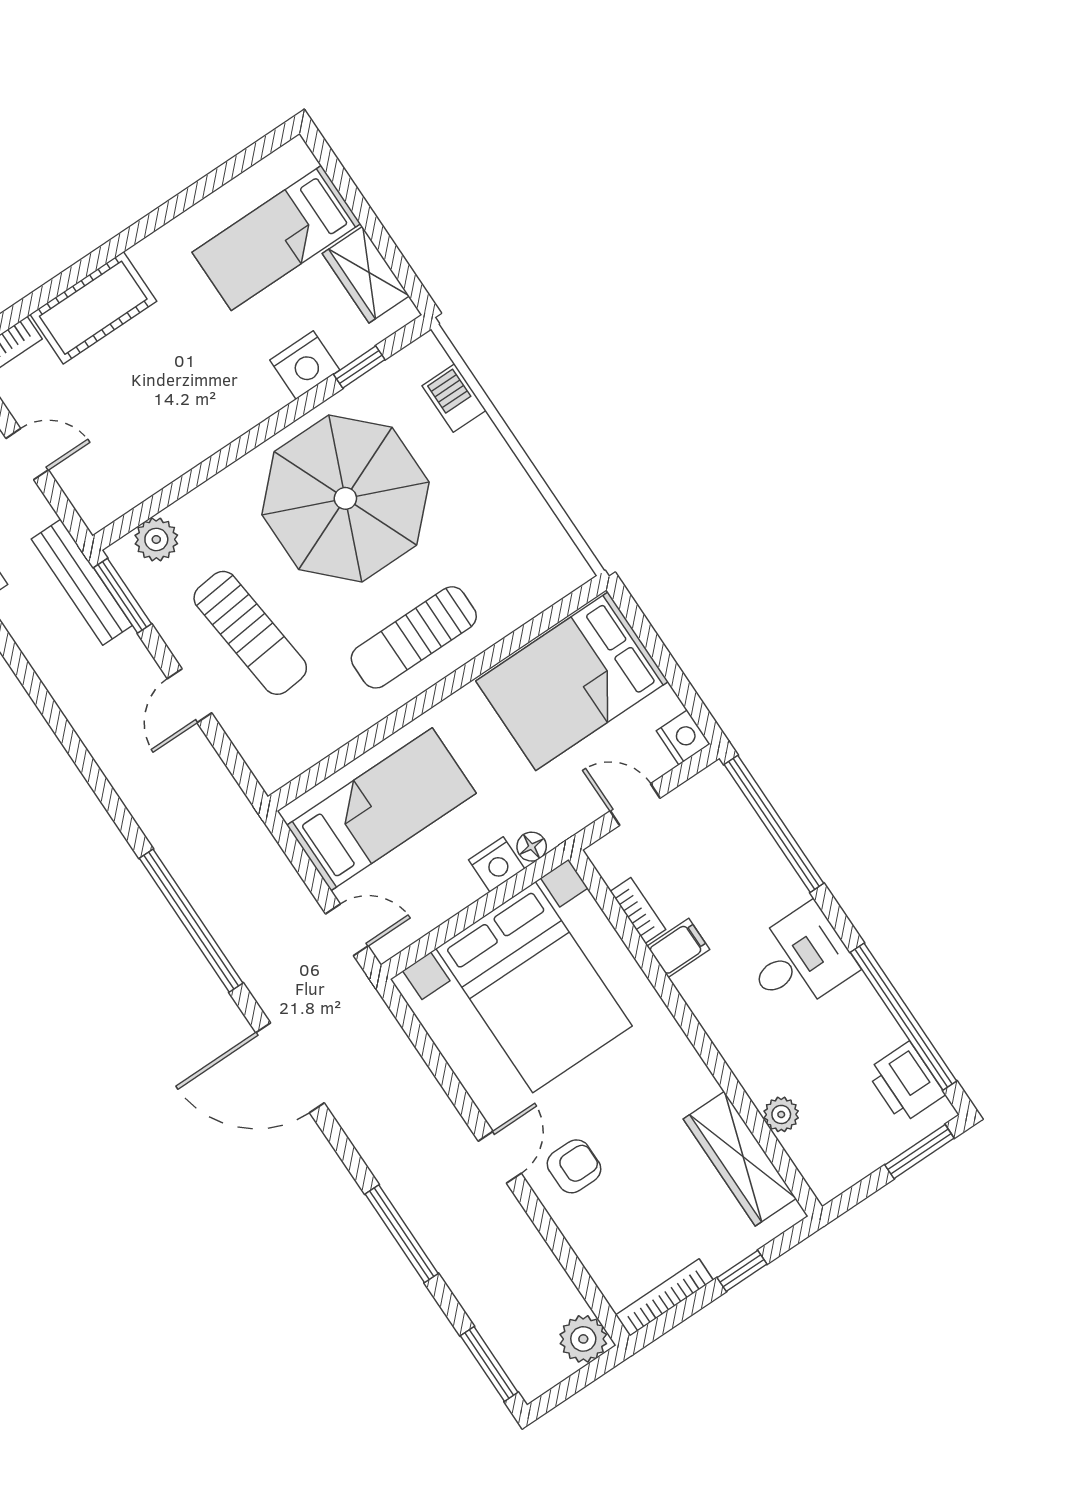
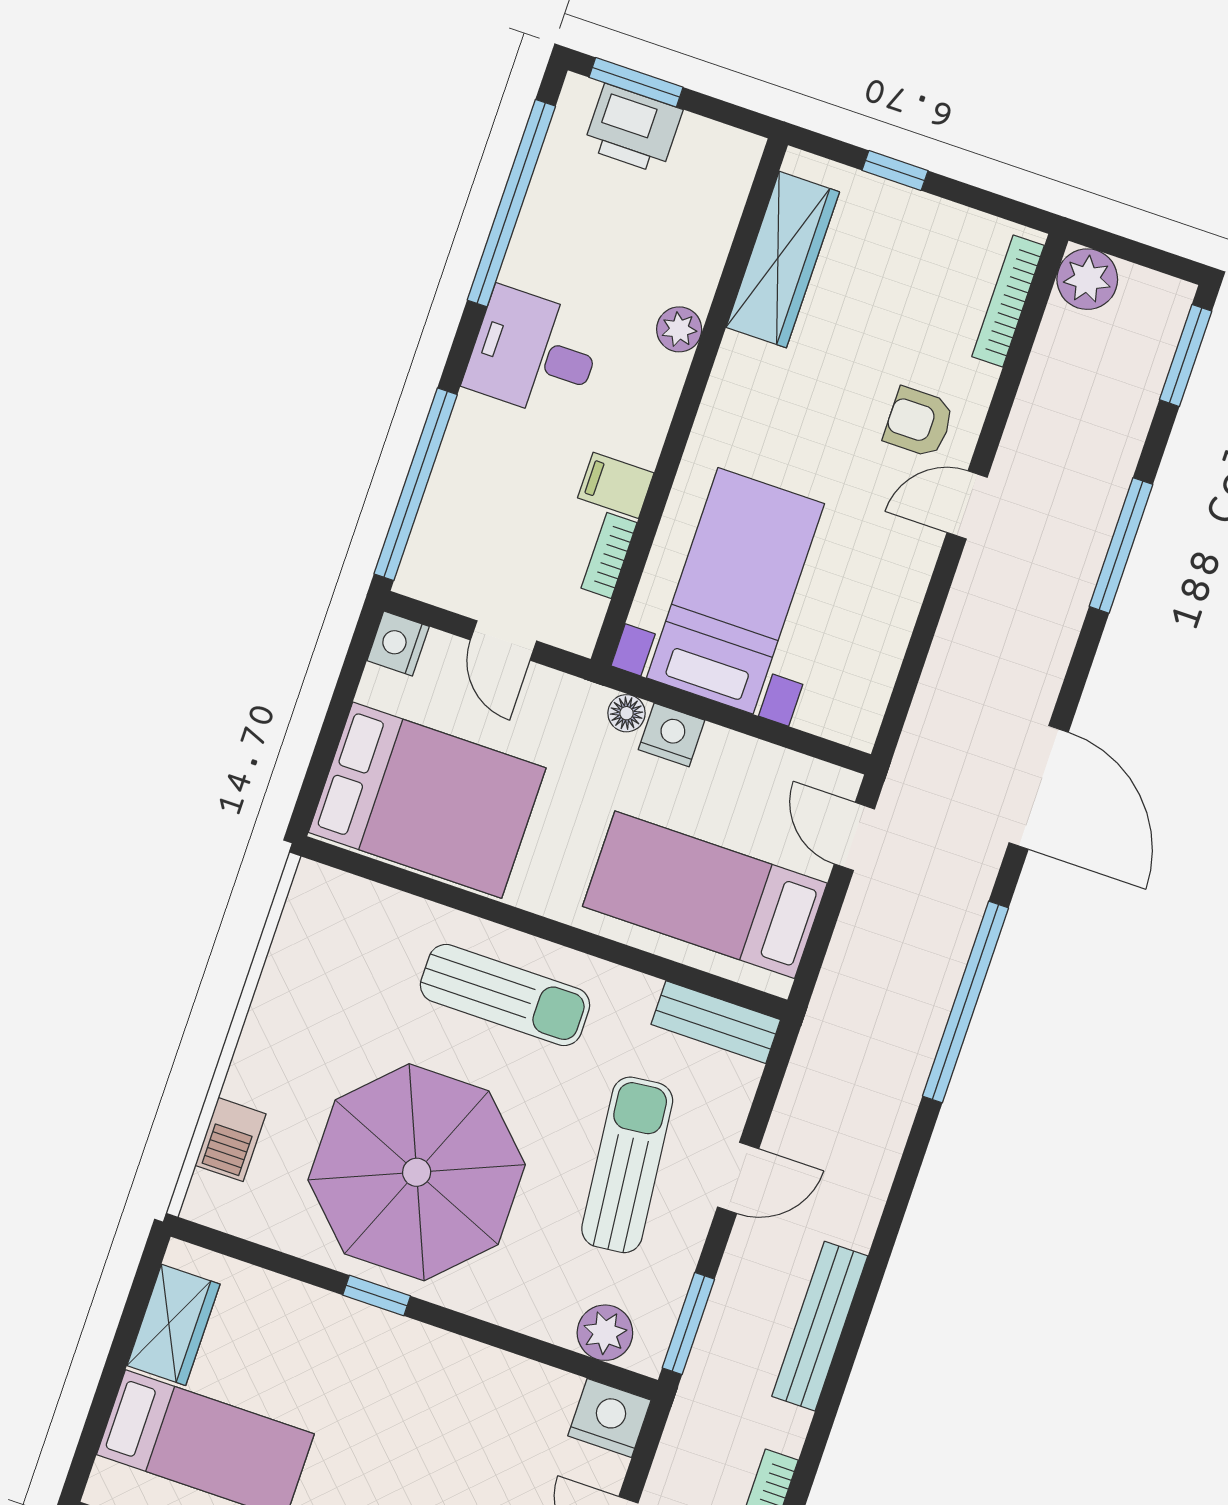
nightstand: (305, 365) -> (609, 1418), moved
window: (359, 367) -> (377, 1296), moved
bench: (82, 582) -> (820, 1326), moved
bench: (297, 756) -> (716, 1022), added
bed with nightstands: (534, 987) -> (736, 591), width x0.73
printer: (906, 1083) -> (633, 129), moved, turned 90
plant: (781, 1114) -> (679, 329), moved
bookcase: (664, 1297) -> (1008, 301), moved, turned 90

